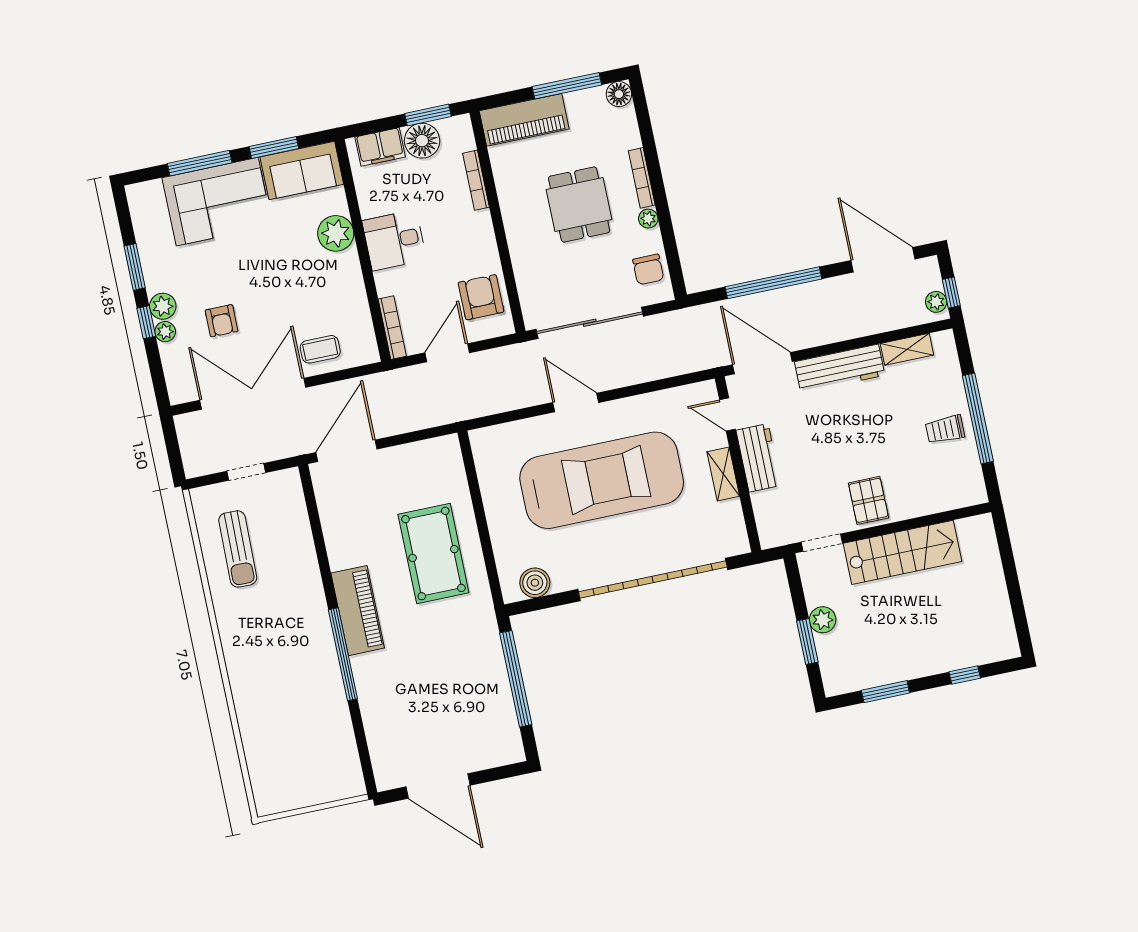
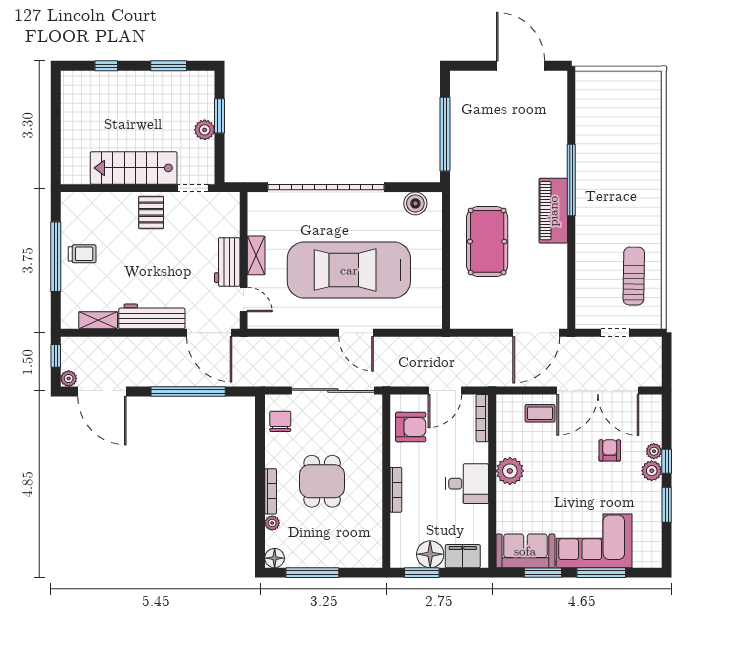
piano: (524, 120) -> (350, 554), removed
bookcase: (476, 180) -> (396, 490), moved
plant: (648, 219) -> (272, 523), moved
plant: (336, 233) -> (510, 471), moved
armchair: (481, 297) -> (411, 427), turned -90
plant: (936, 302) -> (69, 379), moved

